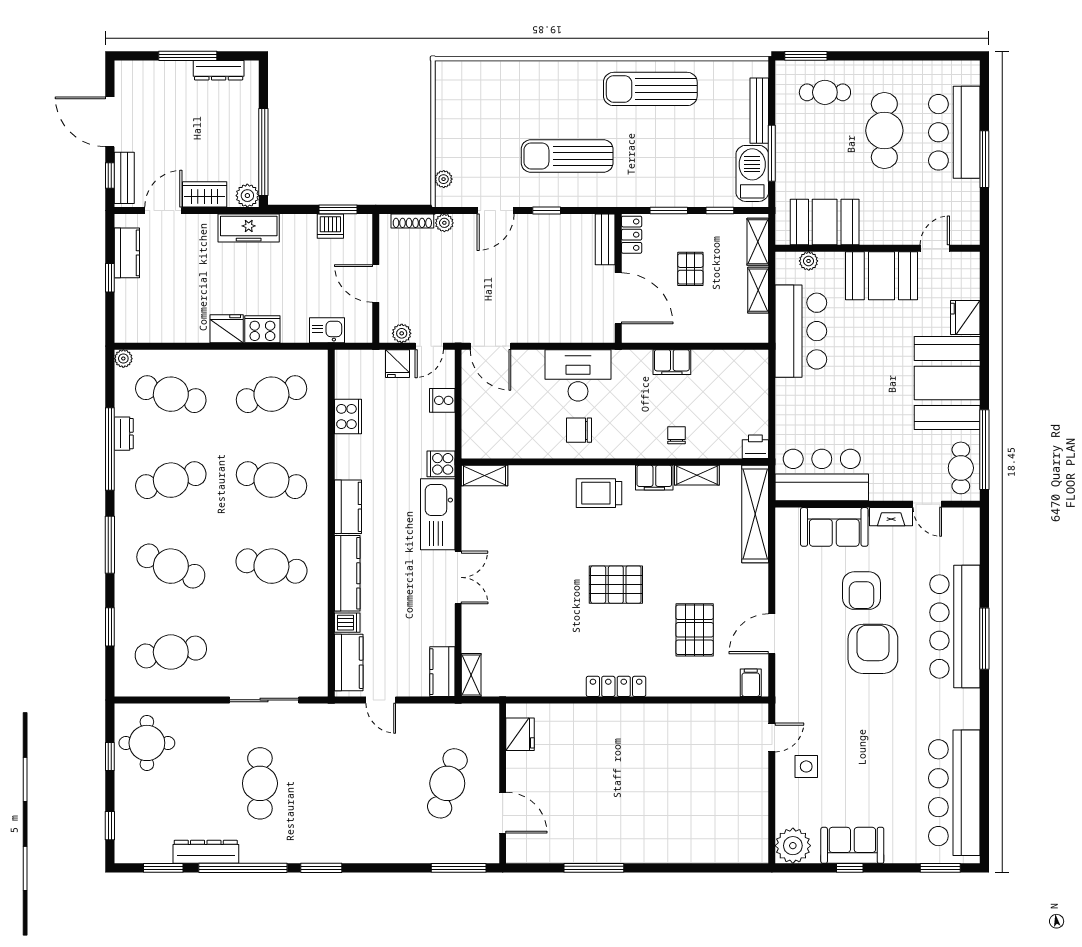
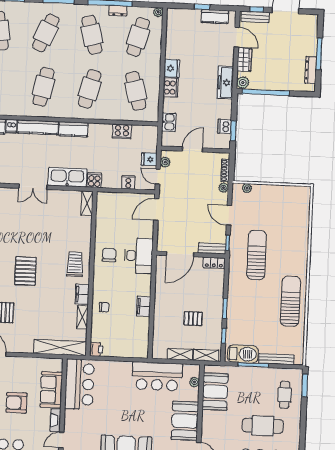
locker: (632, 235) -> (214, 263), moved
bench: (605, 239) -> (212, 248), moved
wall: (618, 278) -> (191, 255), moved
door: (618, 298) -> (180, 254), moved

